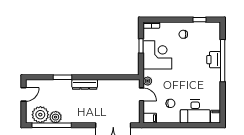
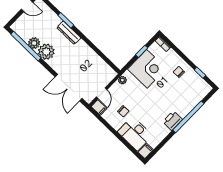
printer: (214, 60) -> (173, 121), moved
dresser: (85, 84) -> (69, 33), moved
door: (142, 94) -> (102, 93), moved
plant: (40, 115) -> (46, 52), moved

